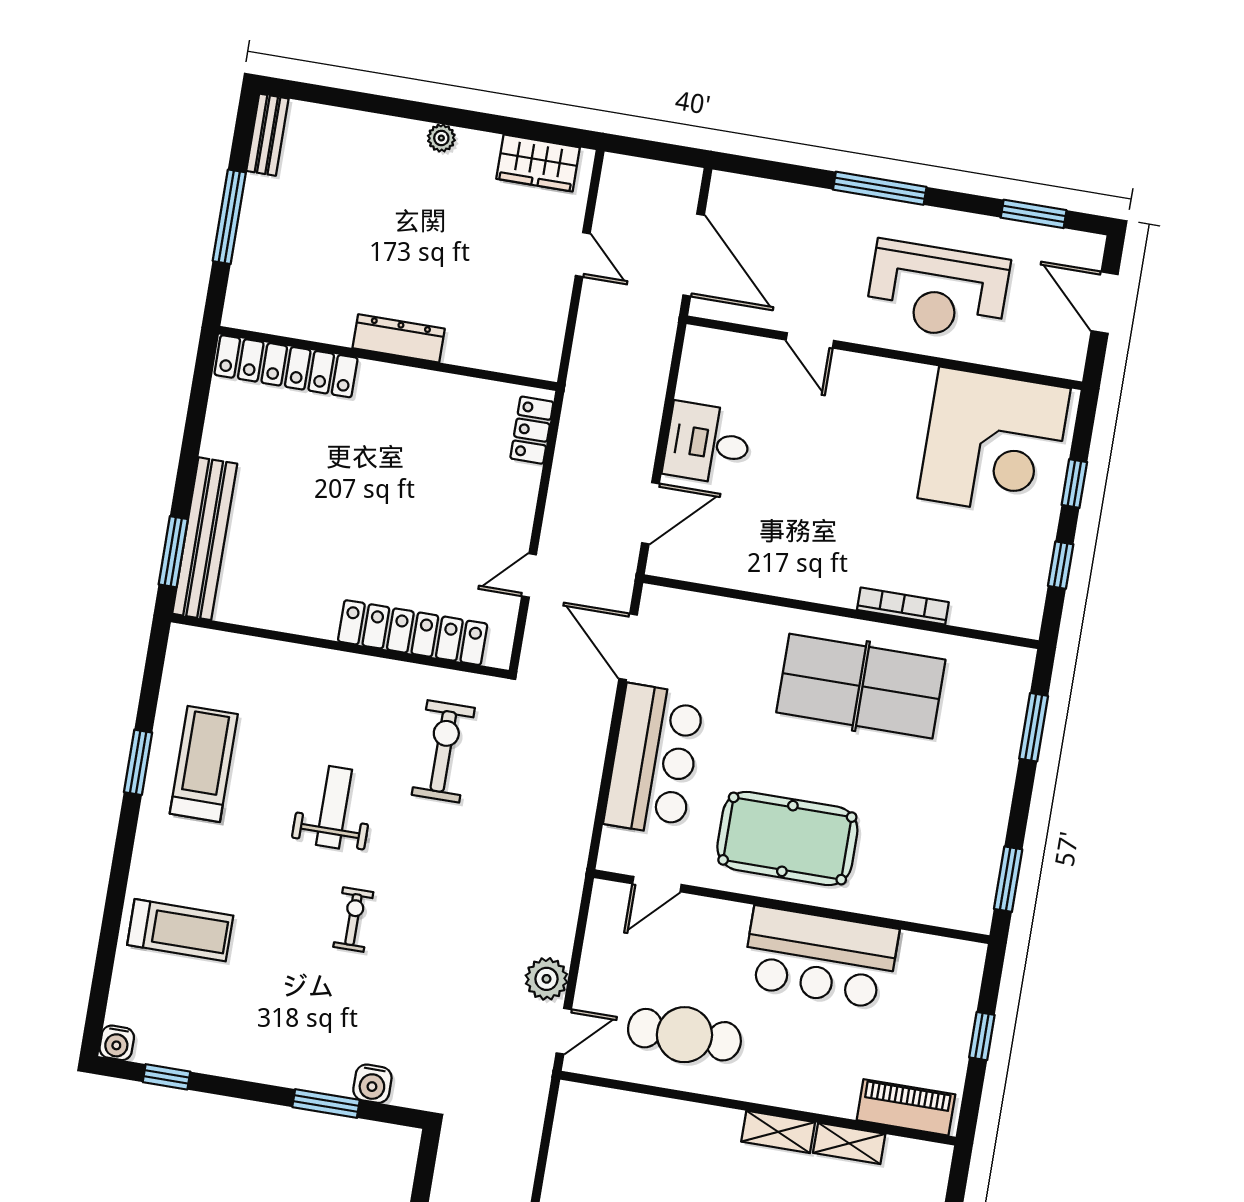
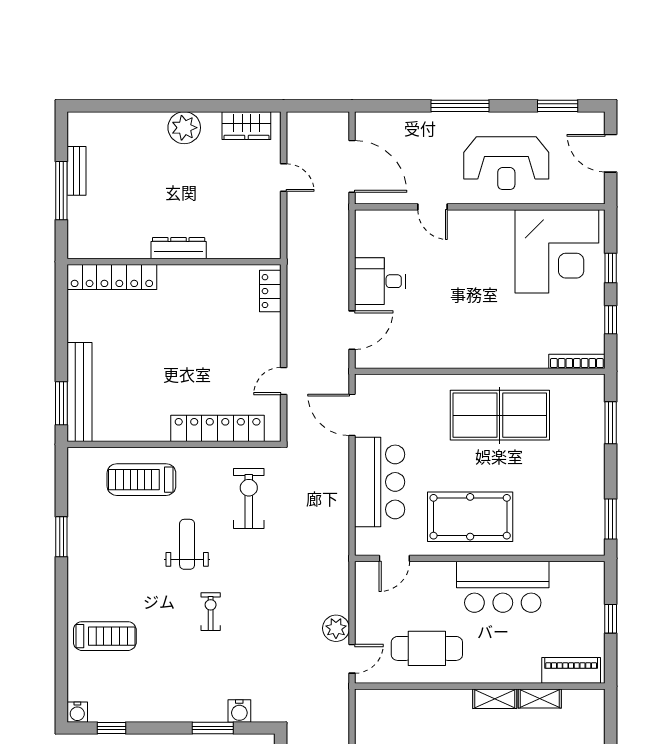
bench: (267, 135) -> (77, 171), moved
plant: (441, 138) -> (184, 128), width x1.88, depth x1.88
bookcase: (903, 606) -> (577, 361), moved
treadmill: (204, 764) -> (141, 480), moved, turned -90

